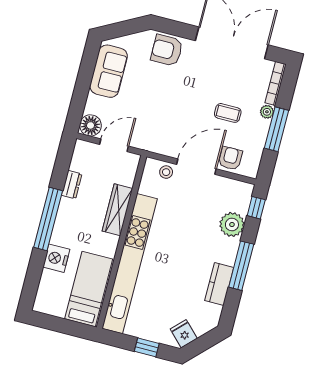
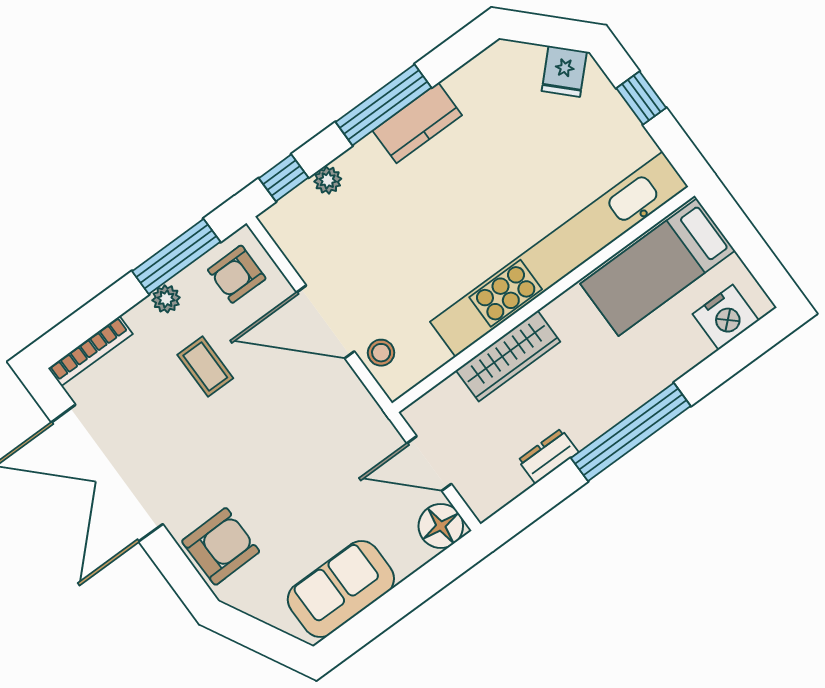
armchair: (167, 50) -> (221, 546), turned -91
plant: (267, 112) -> (166, 299), moved
window: (277, 129) -> (176, 257), moved
armchair: (230, 158) -> (237, 274), moved
plant: (232, 224) -> (328, 180), width x0.53, depth x0.53
nightstand: (56, 258) -> (726, 317), moved
kitchen counter: (219, 284) -> (417, 123), moved

